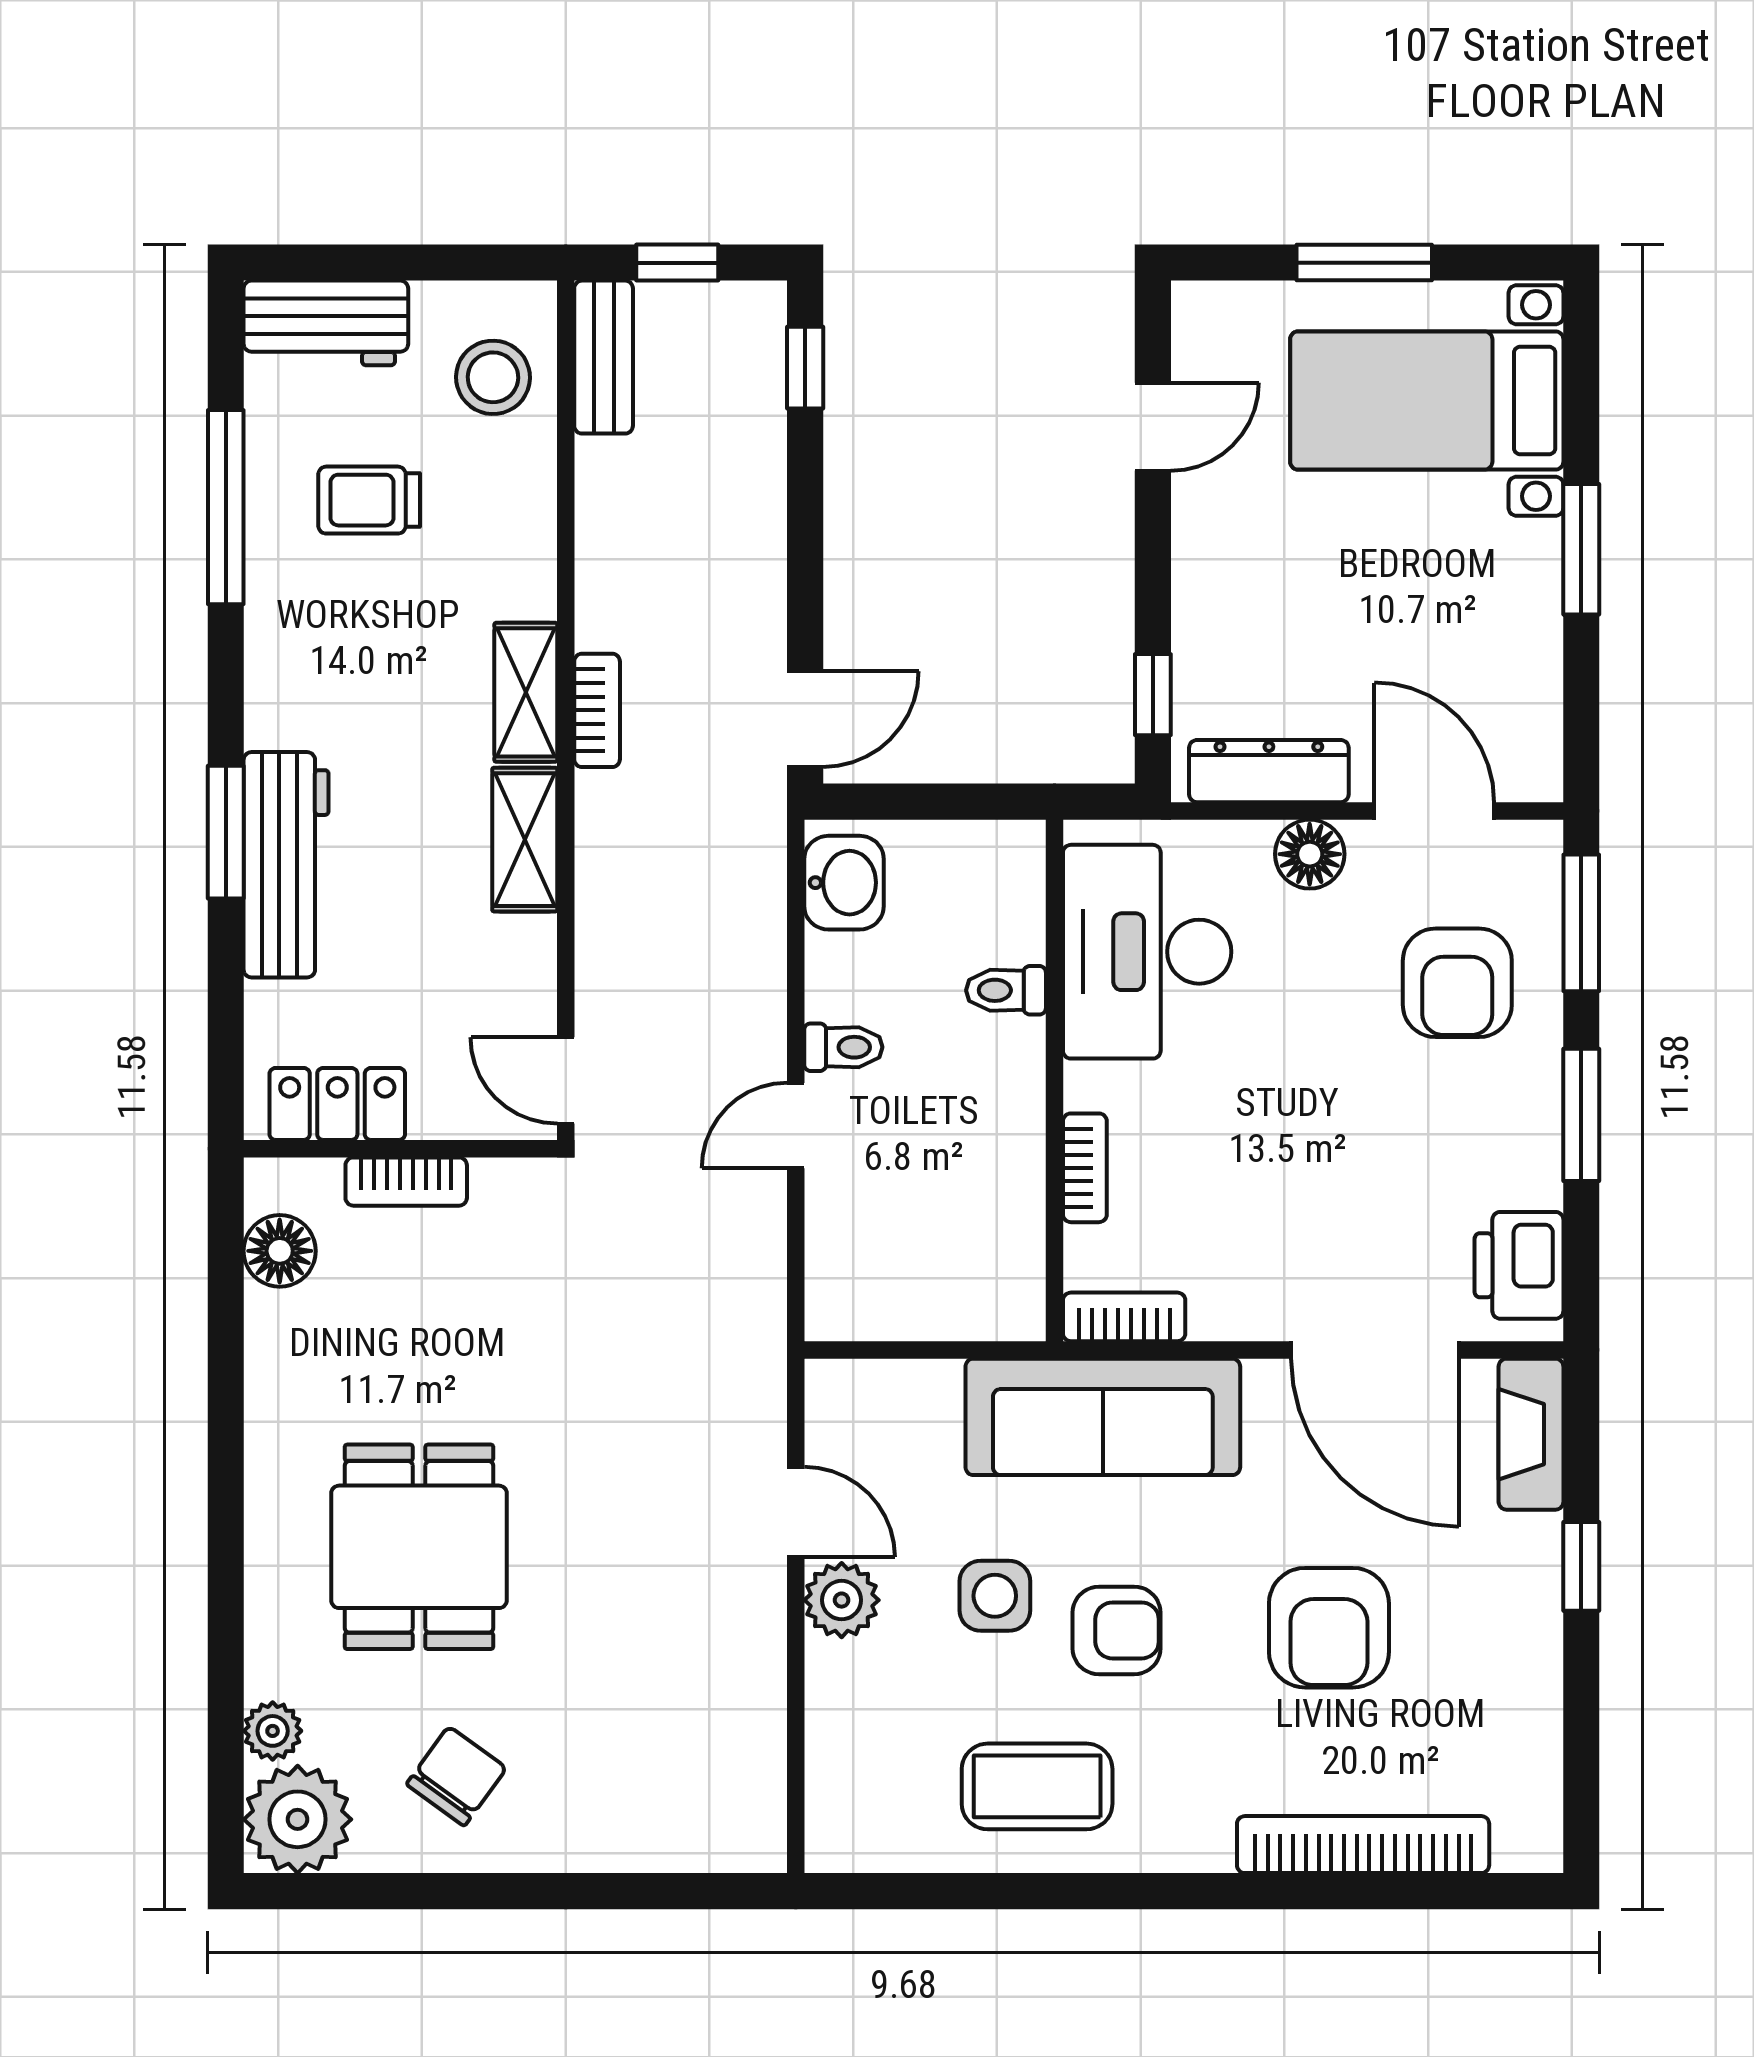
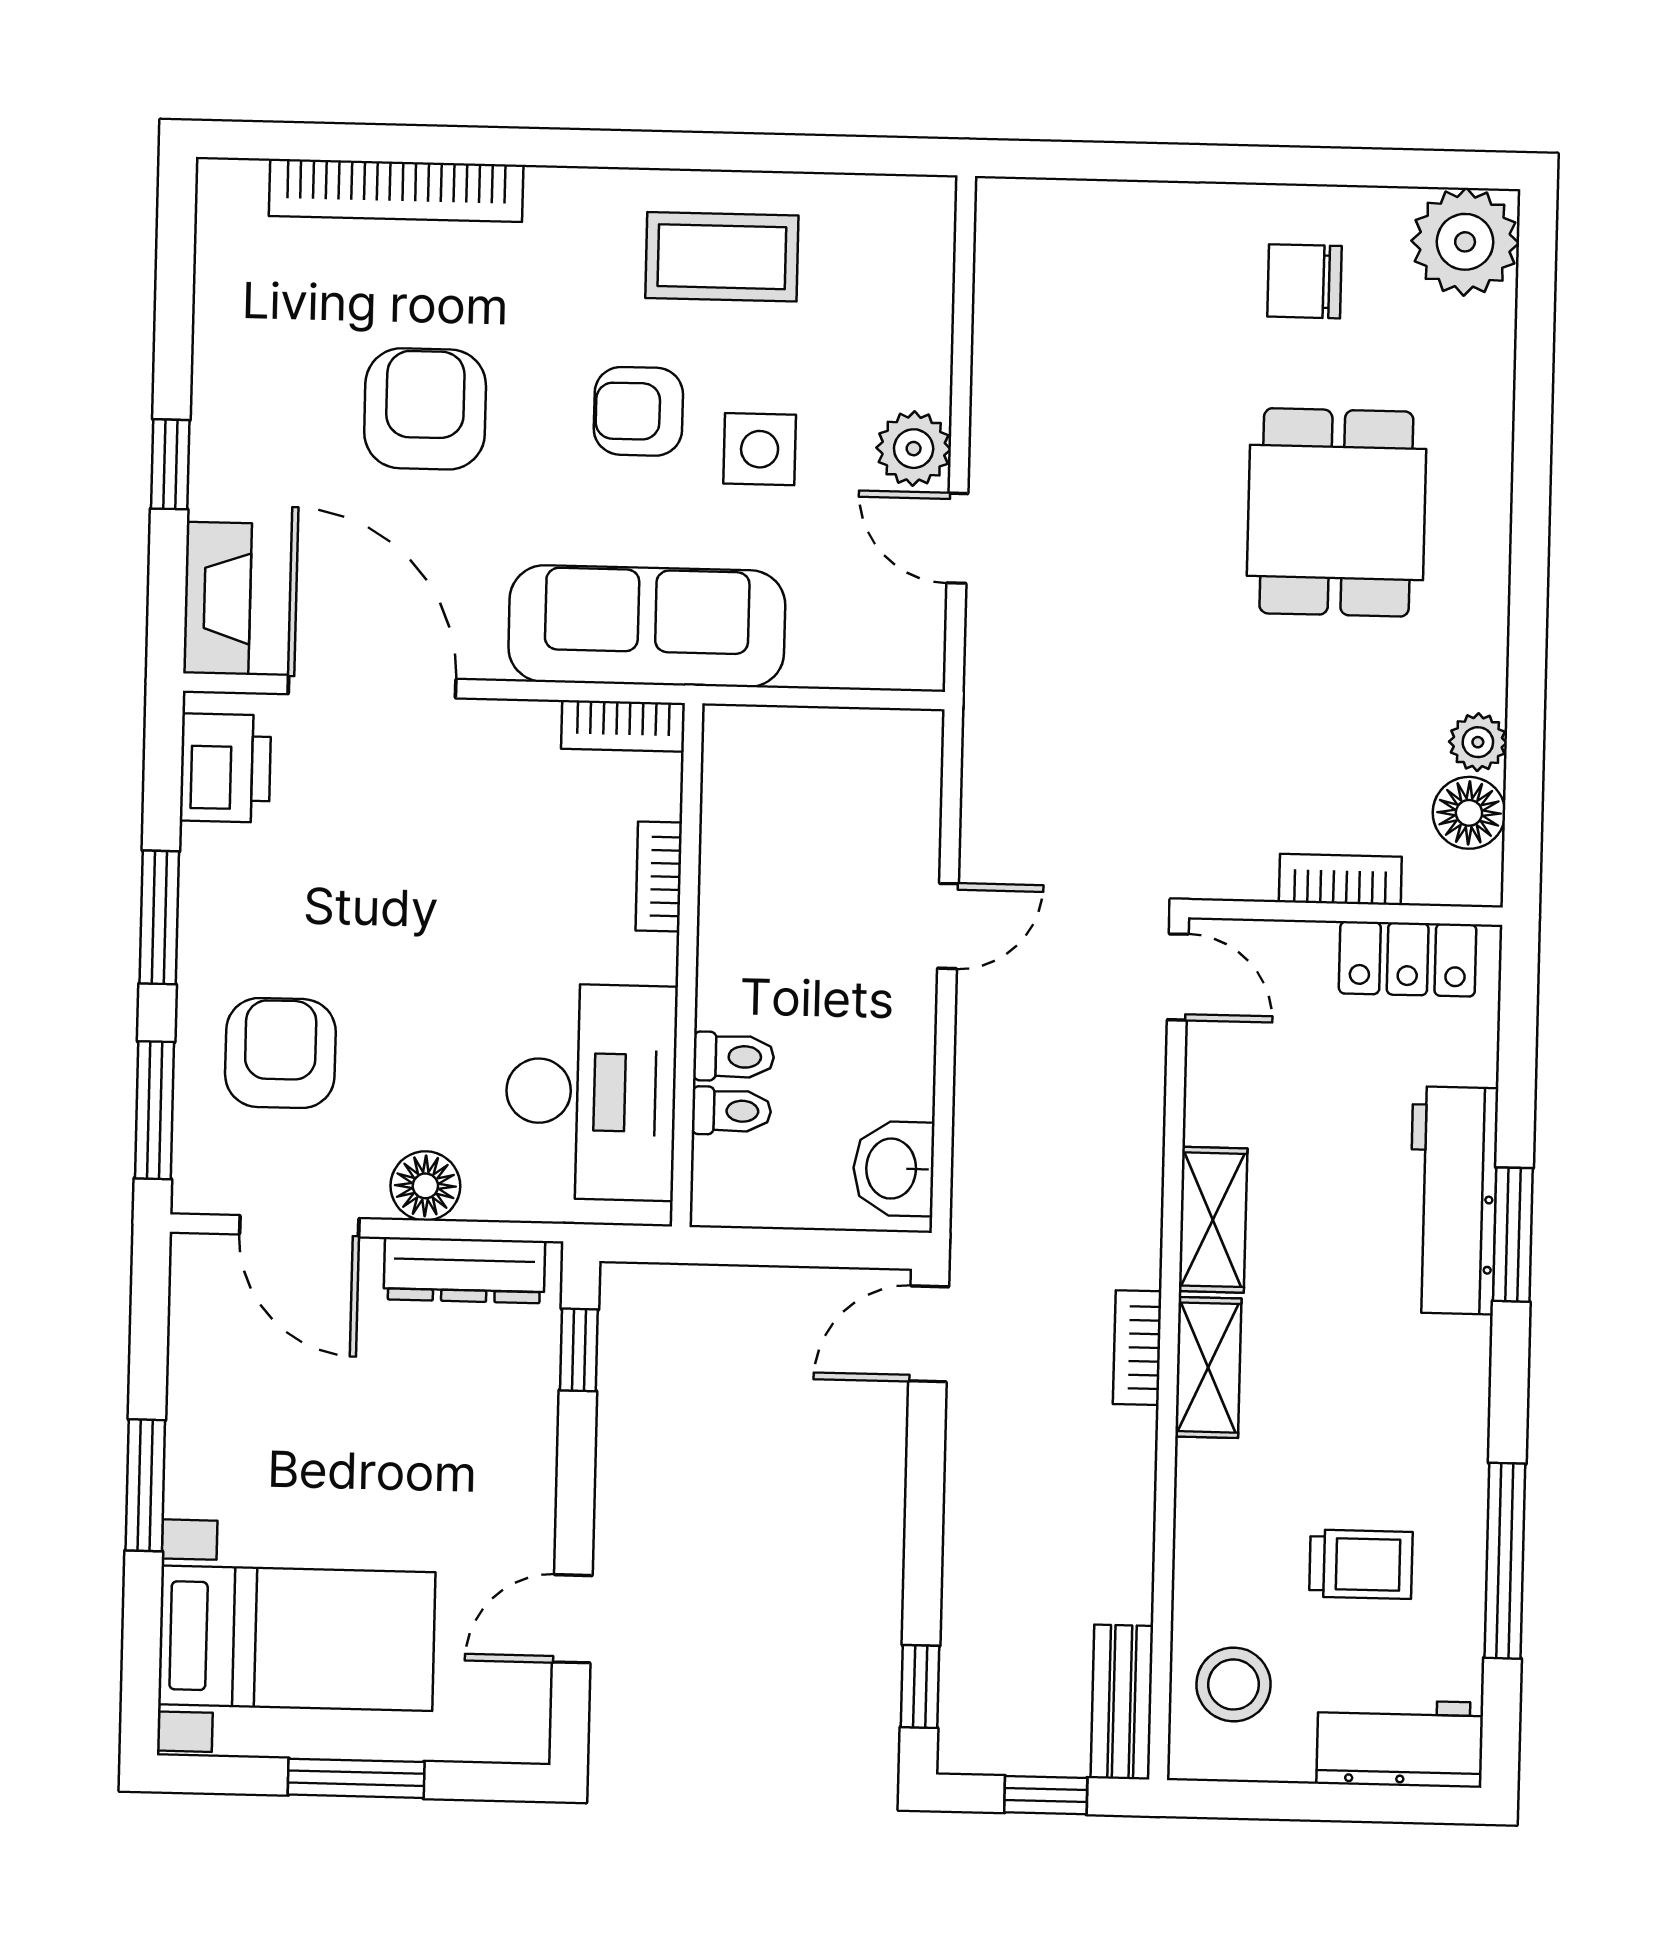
toilet: (843, 1047) -> (731, 1111), moved, turned 180
plant: (273, 1731) -> (1478, 742), moved
chair: (456, 1776) -> (1304, 281), turned 54

